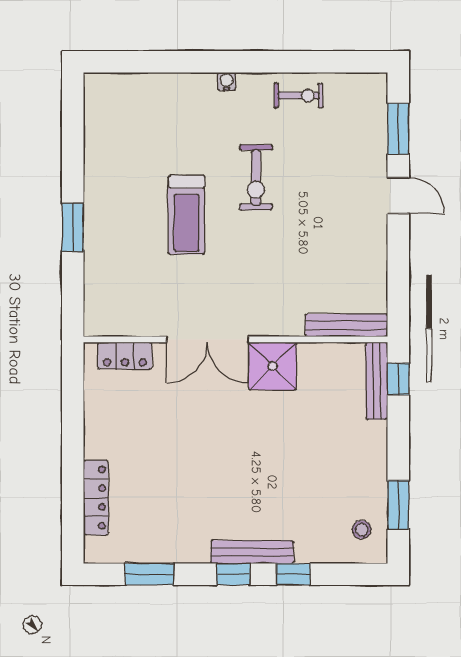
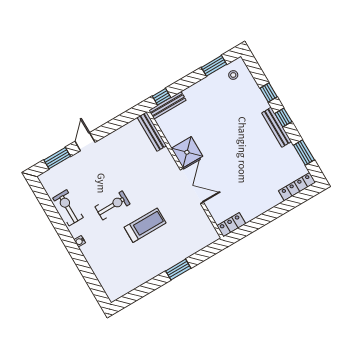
exercise bike: (299, 96) -> (68, 208), width x1.38, depth x1.39
locker: (125, 356) -> (231, 225), moved, turned -90
locker: (96, 498) -> (297, 187), moved
bench: (252, 552) -> (277, 127), moved

